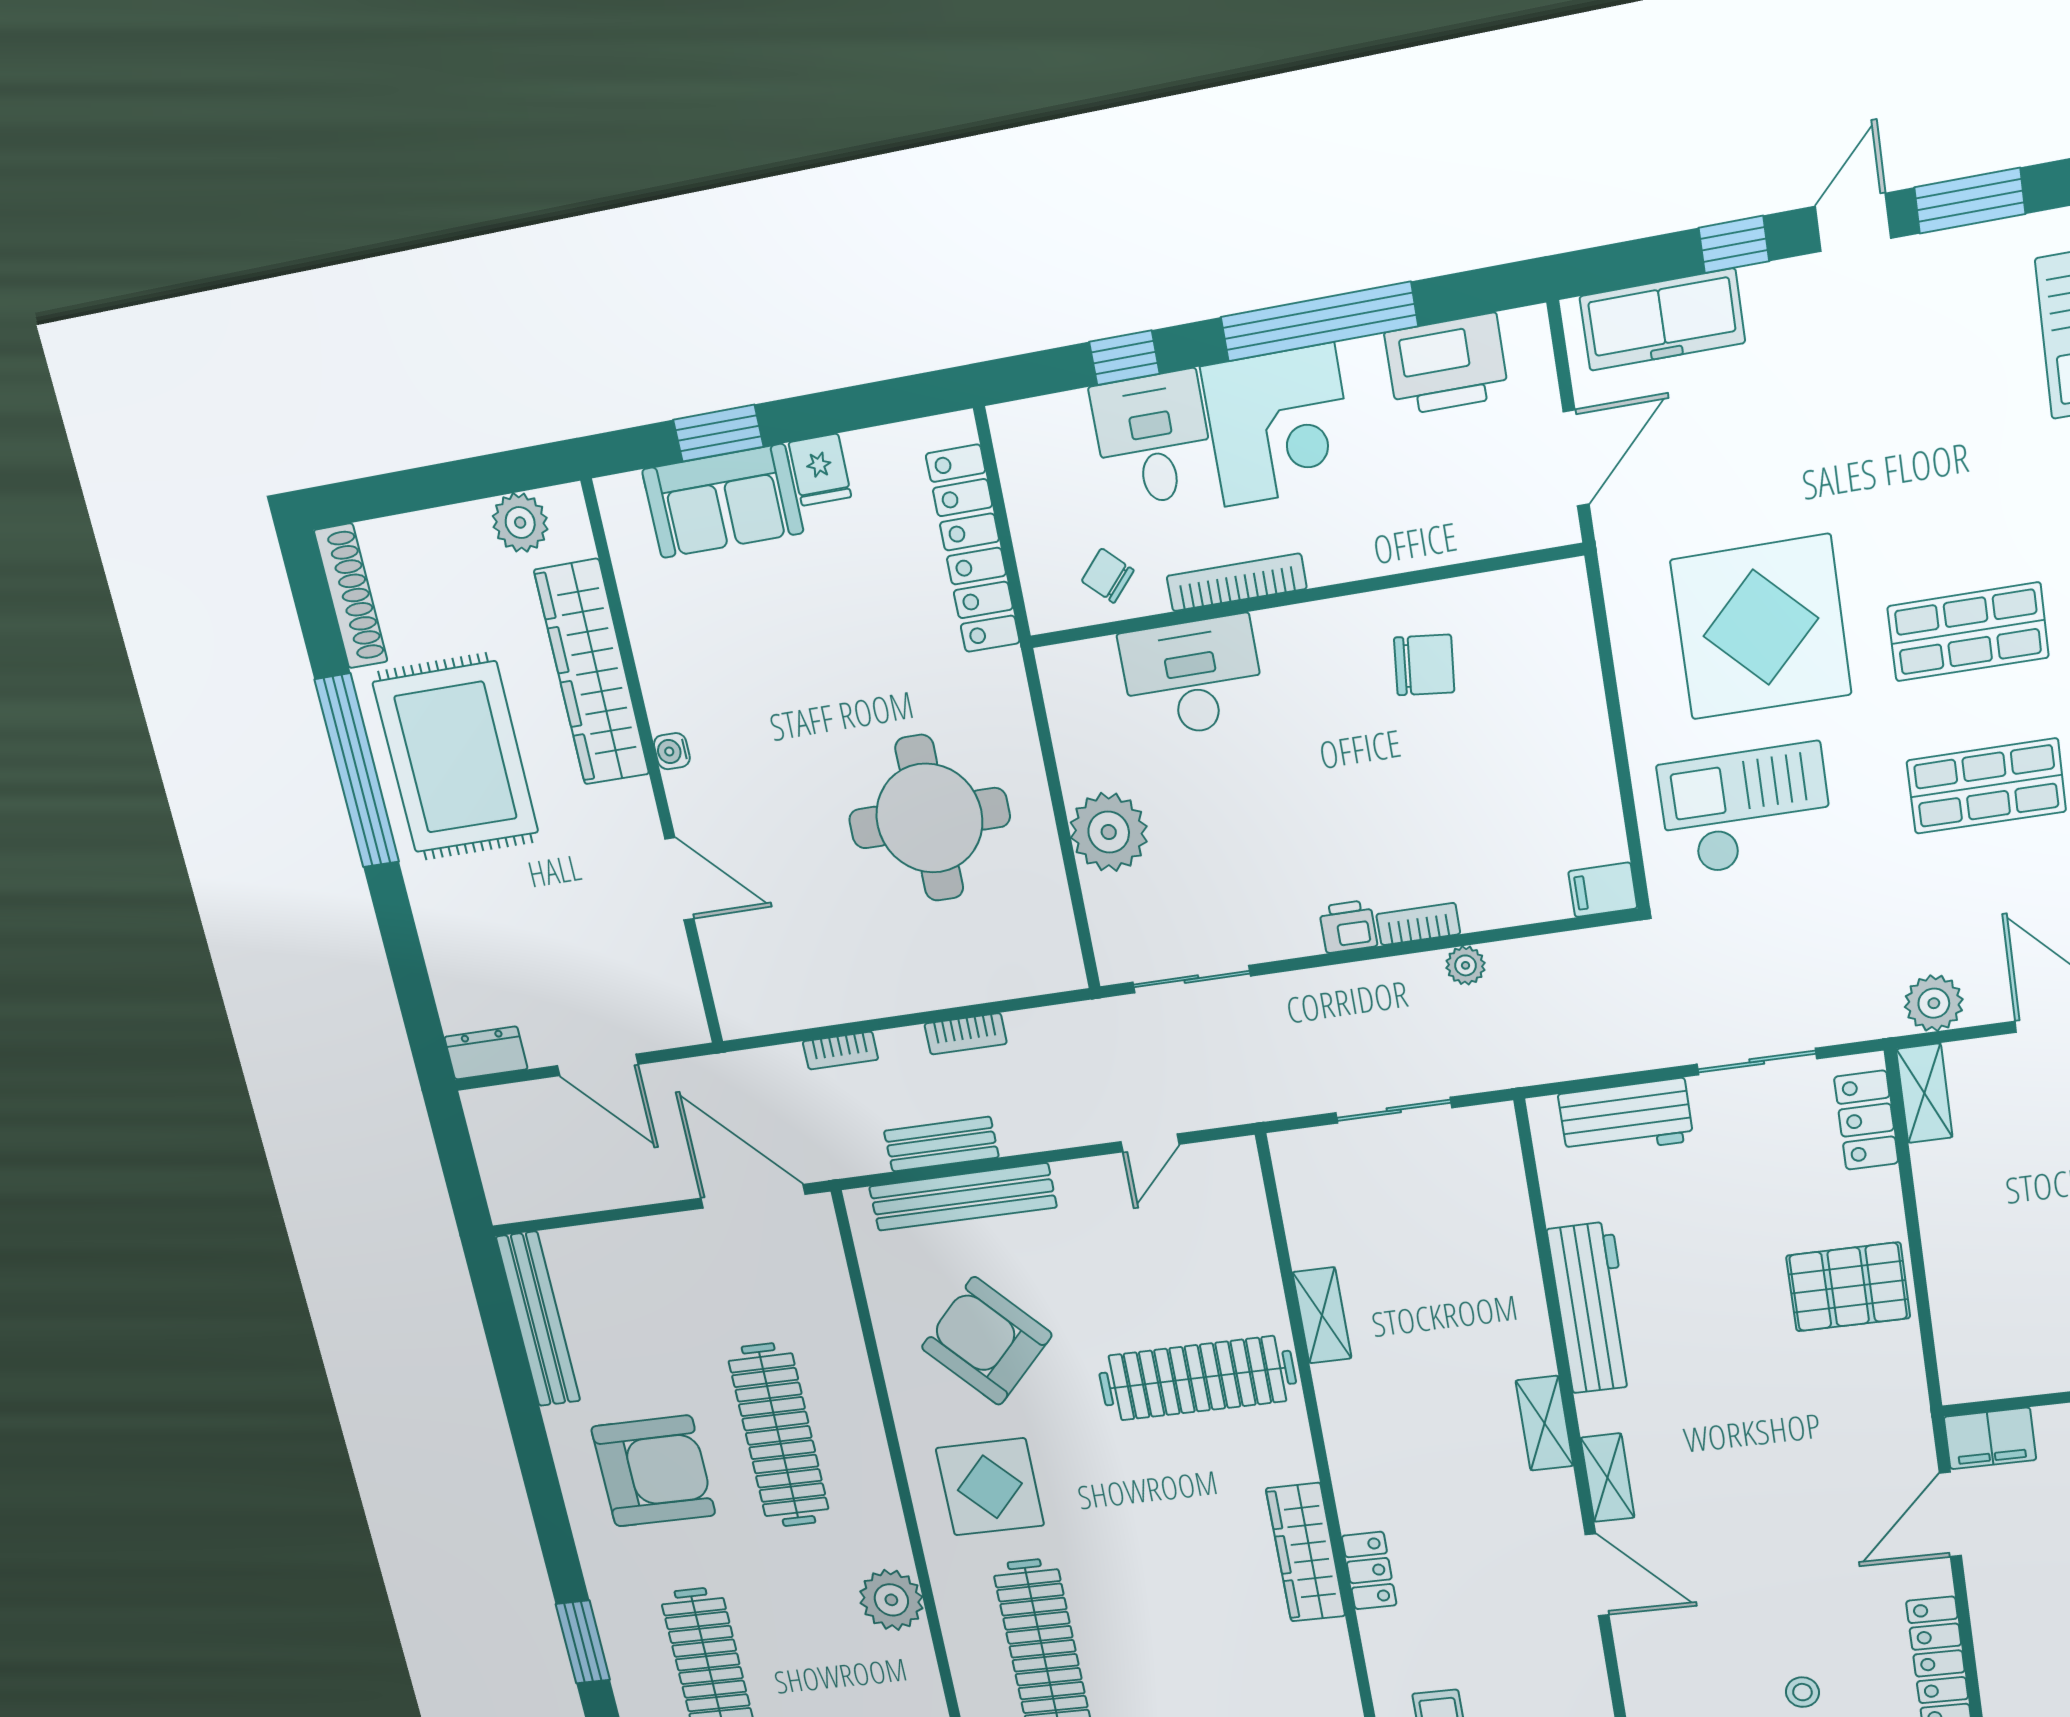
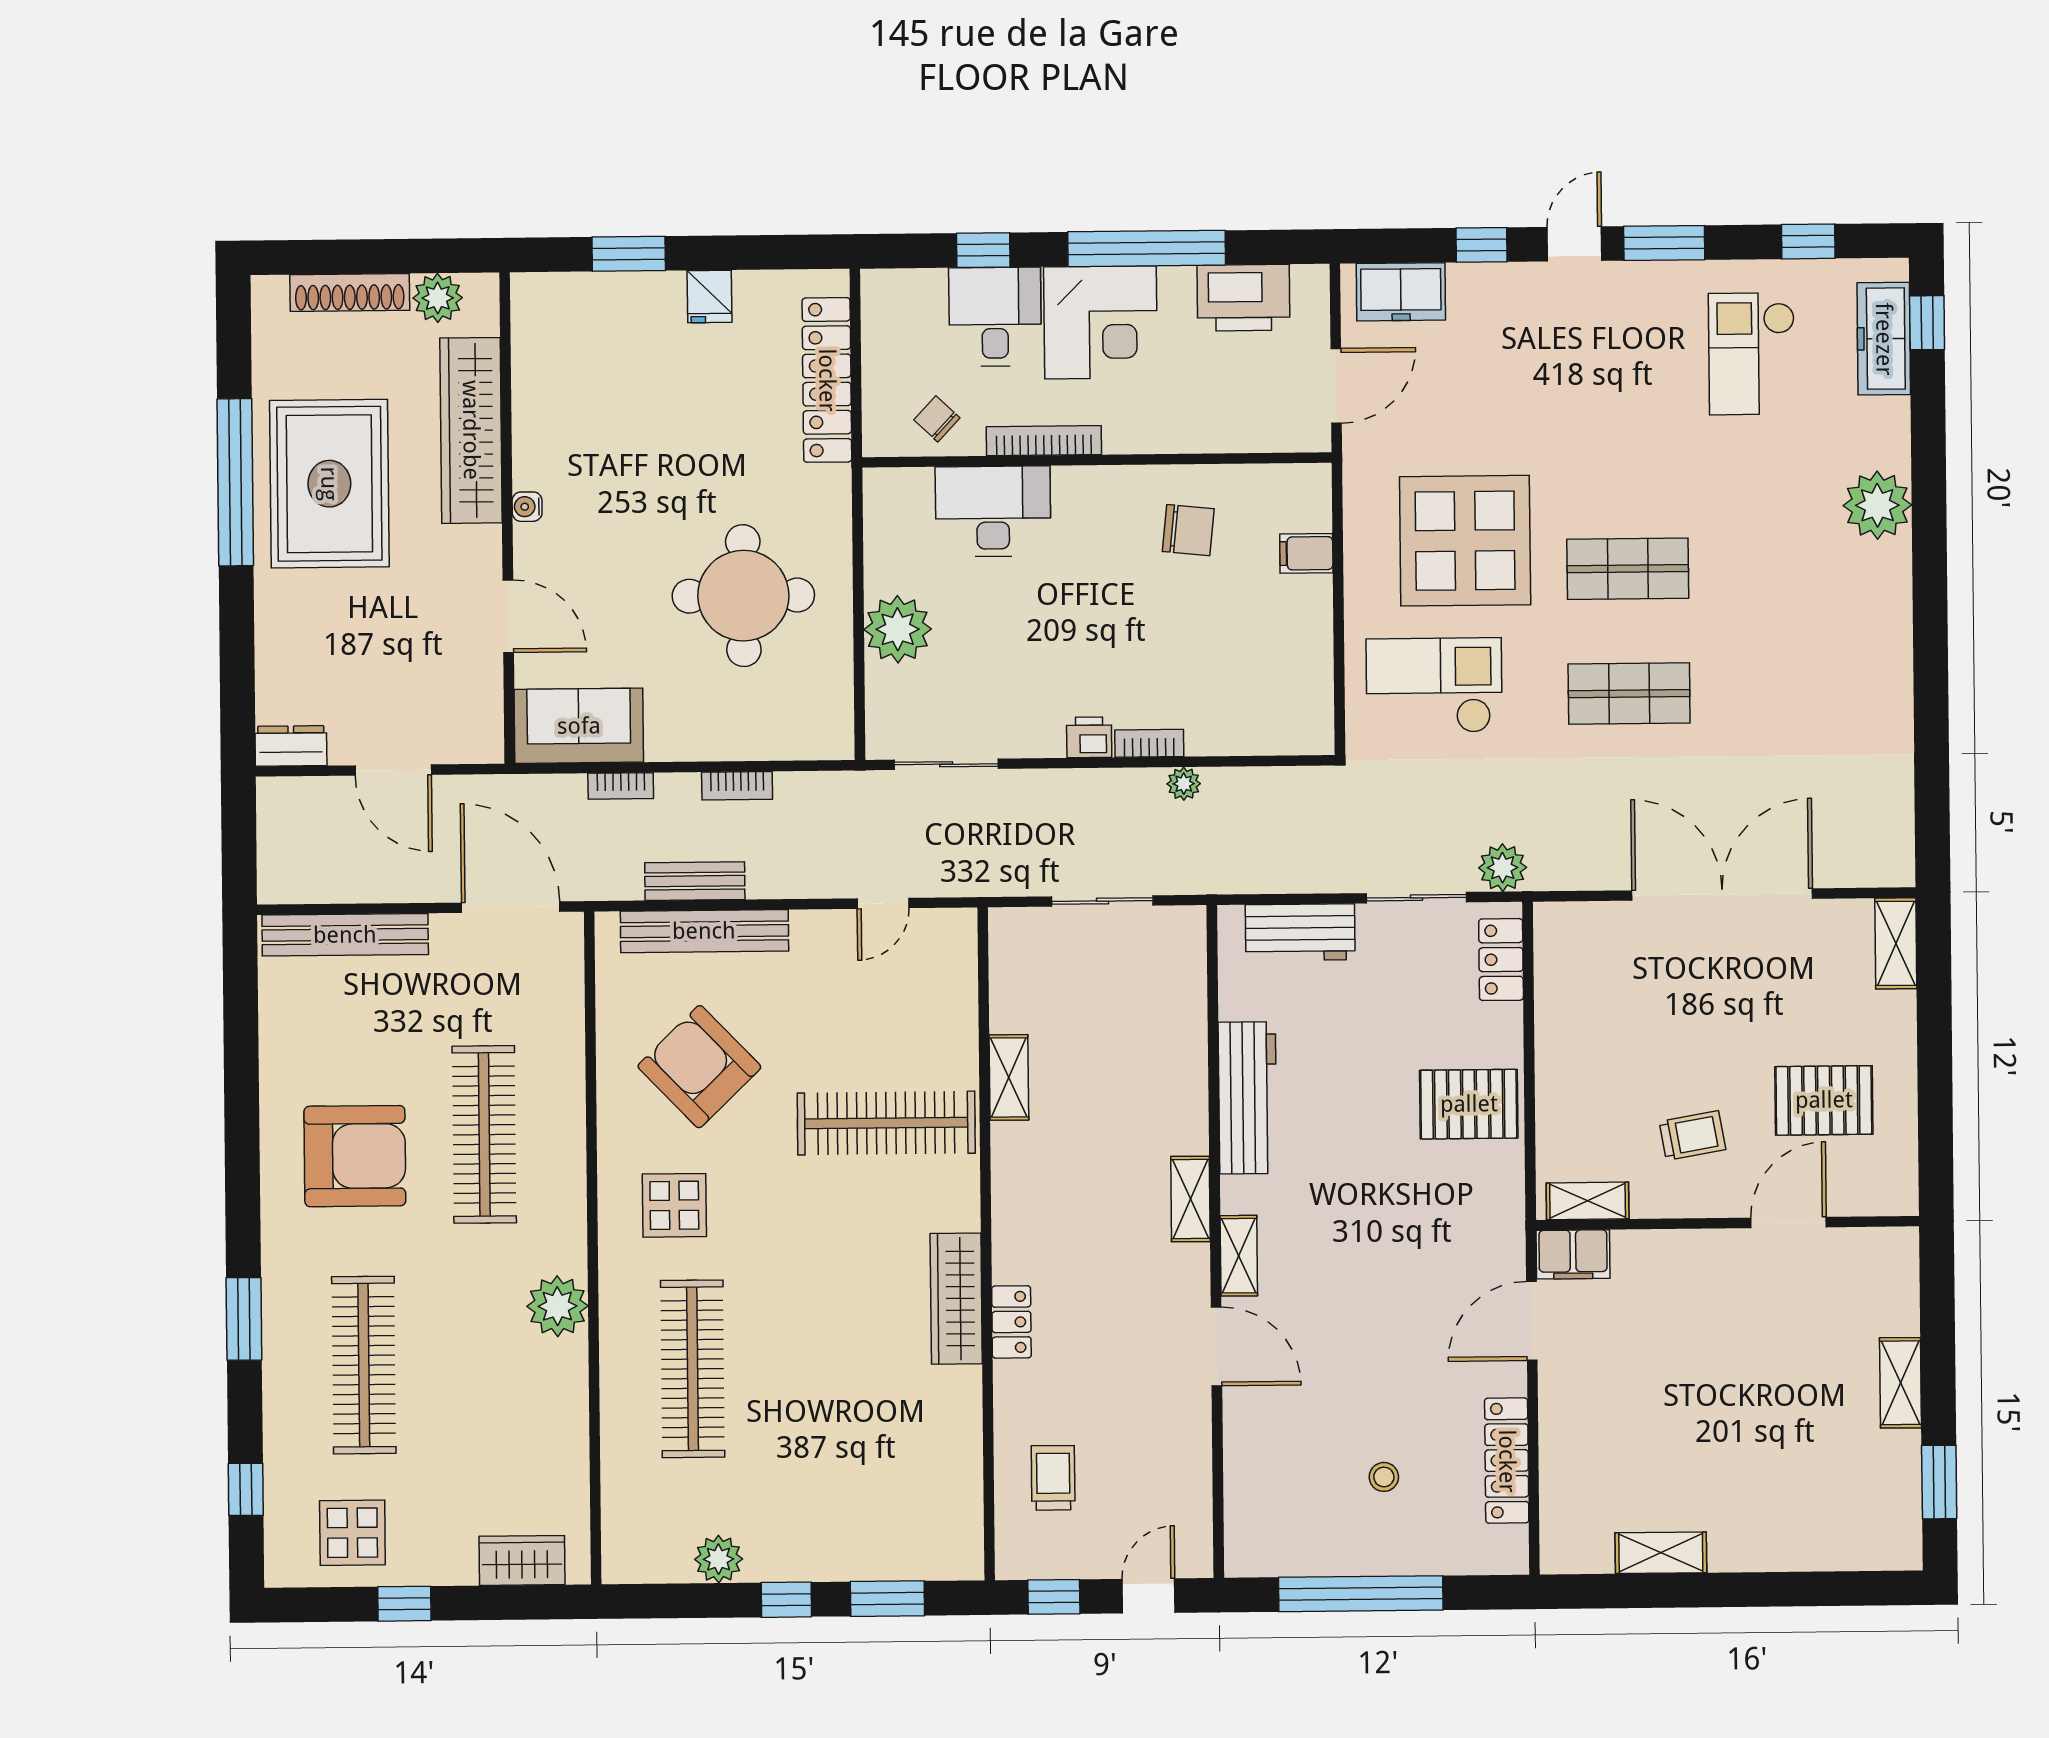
freezer: (1662, 320) -> (1401, 292), width x0.71
sofa: (723, 501) -> (579, 726), moved, turned 180
shoe rack: (351, 596) -> (350, 292), moved, turned 90
filing cabinet: (1603, 890) -> (1306, 553), moved
plant: (1934, 1003) -> (1503, 868), moved
shelving: (1924, 1093) -> (1588, 1201), moved, turned 90
bench: (538, 1319) -> (345, 935), moved, turned 90
display table: (990, 1487) -> (674, 1205), width x0.73, depth x0.73

